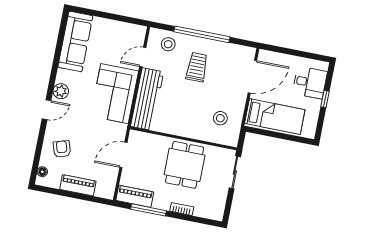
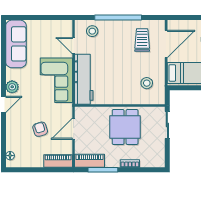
door: (143, 57) -> (74, 46), hinge flipped
trolley: (197, 67) -> (142, 40), moved
armchair: (62, 149) -> (40, 129), moved
piano: (78, 185) -> (58, 161), moved

